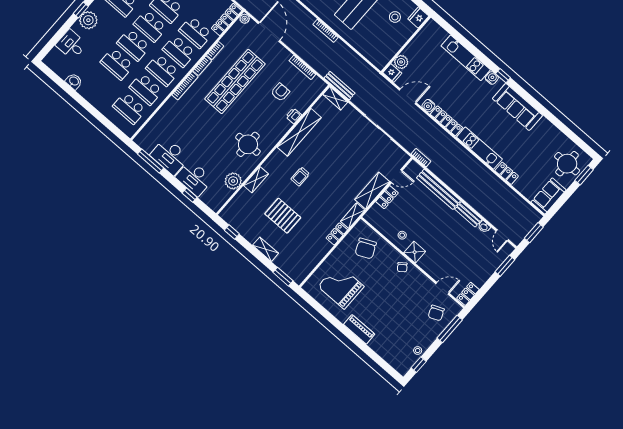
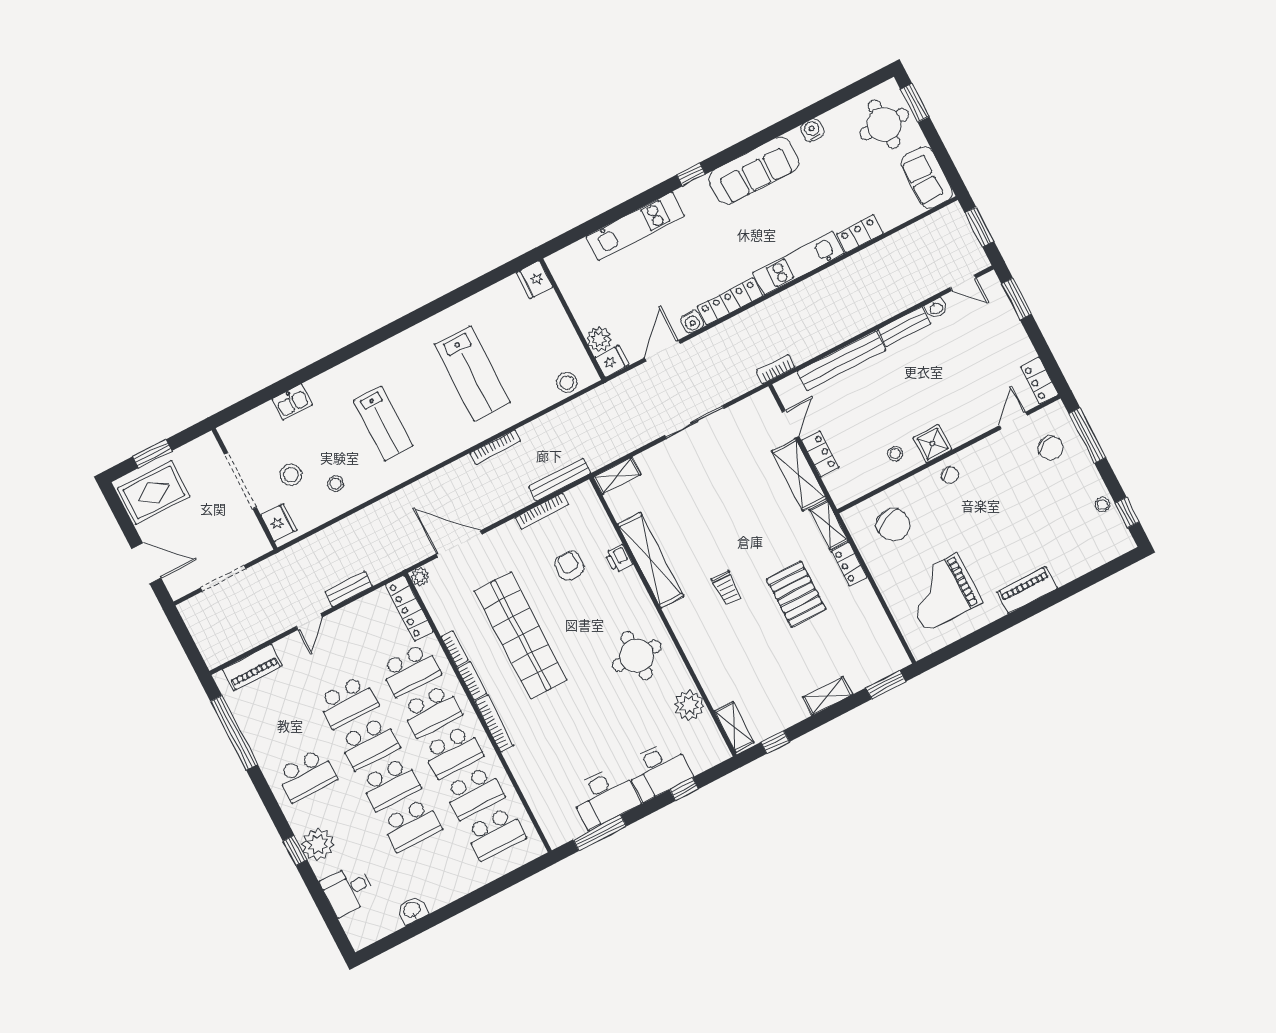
stool: (395, 17) -> (567, 383), moved
water cooler: (492, 78) -> (812, 130), moved
bench: (340, 86) -> (560, 480), moved
shelving: (256, 180) -> (734, 727), moved
pallet: (283, 216) -> (796, 594), moved, turned 90

